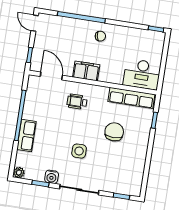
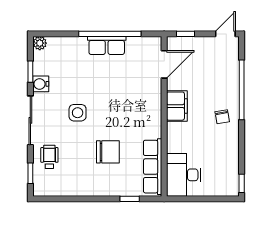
wheelchair: (77, 102) -> (49, 157), moved
row of seats: (26, 136) -> (107, 45), moved

